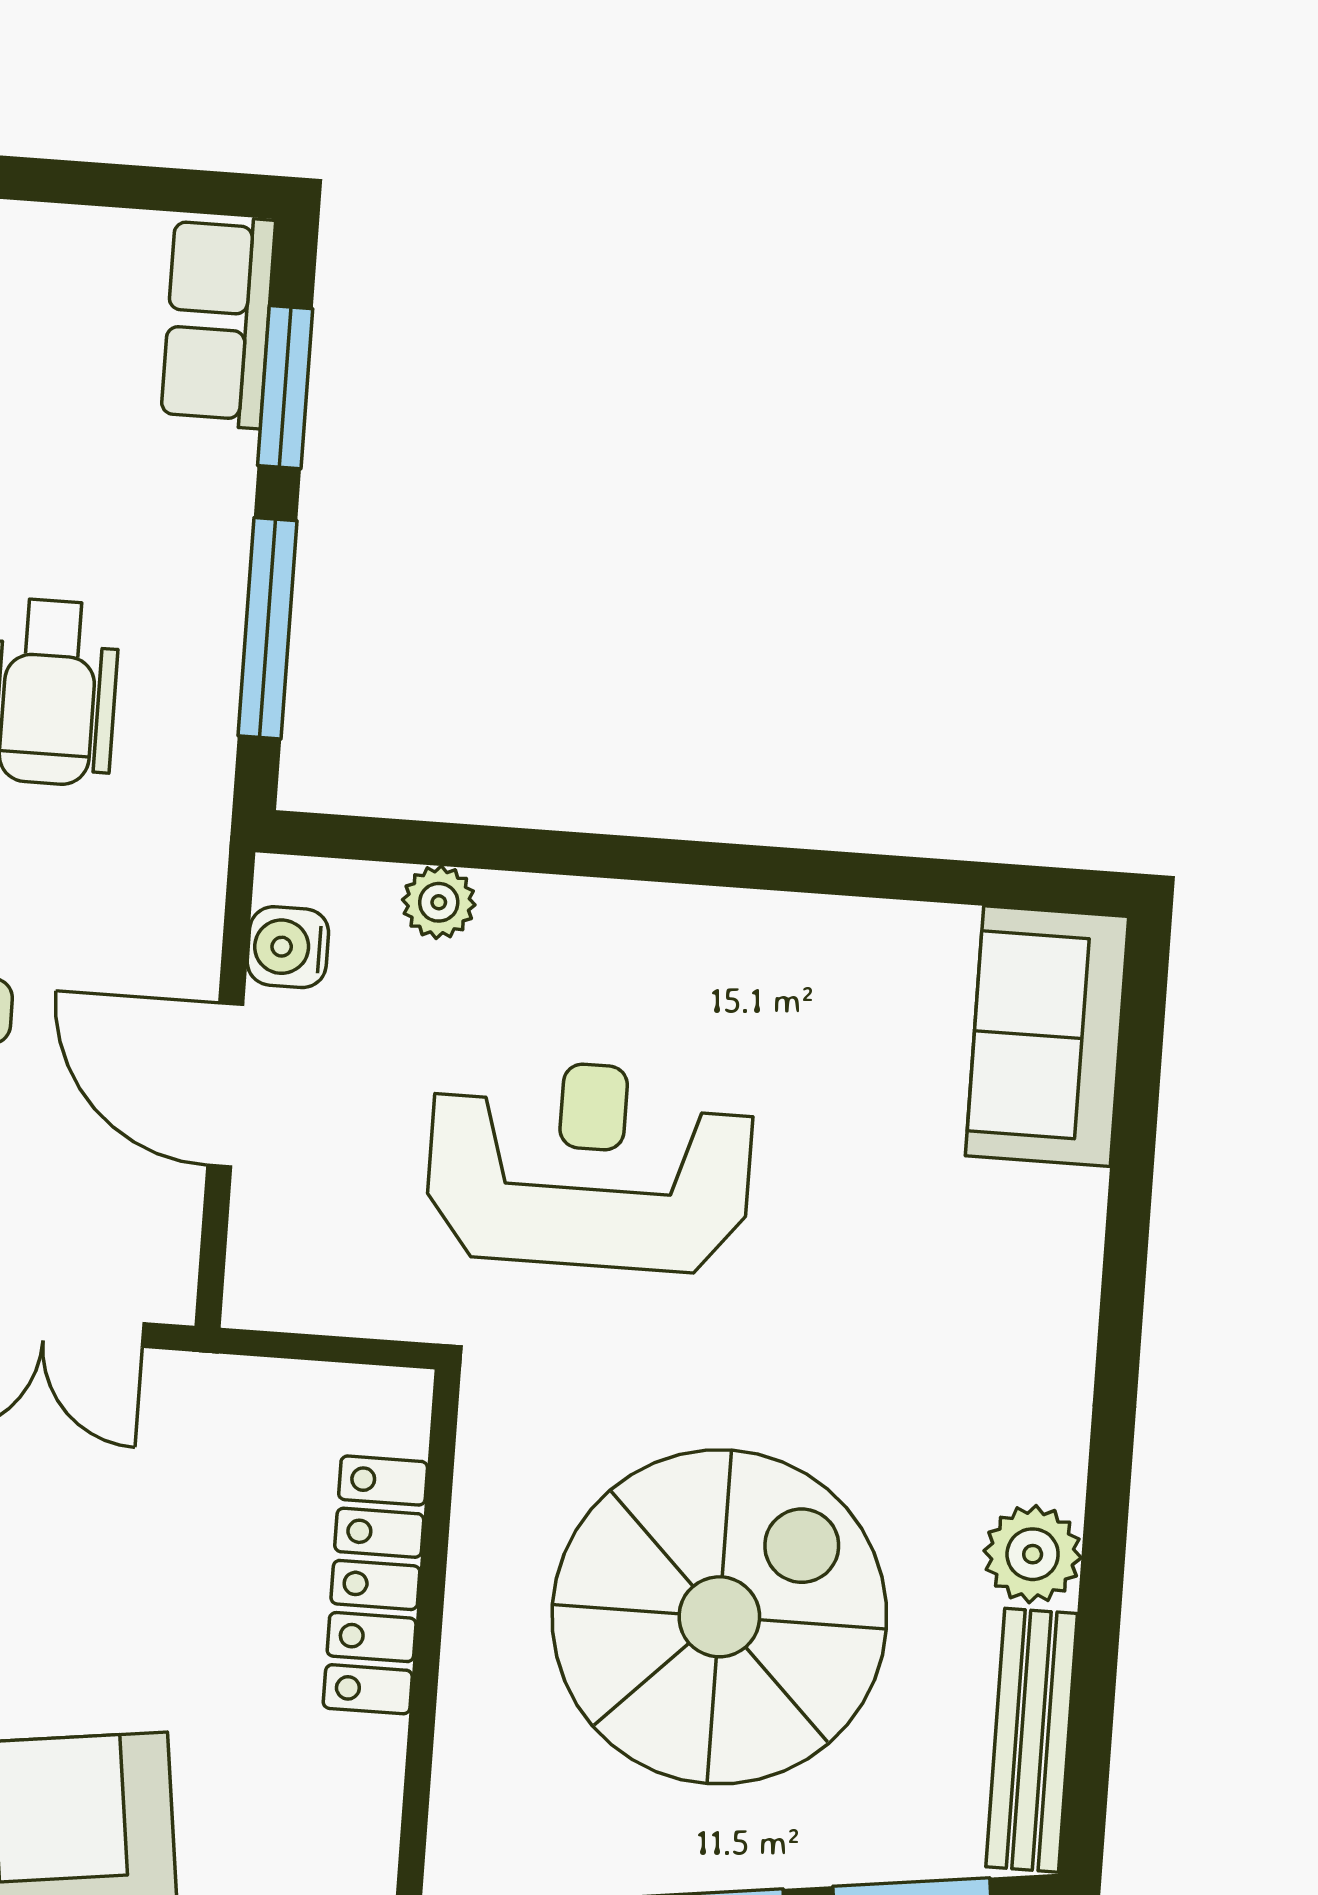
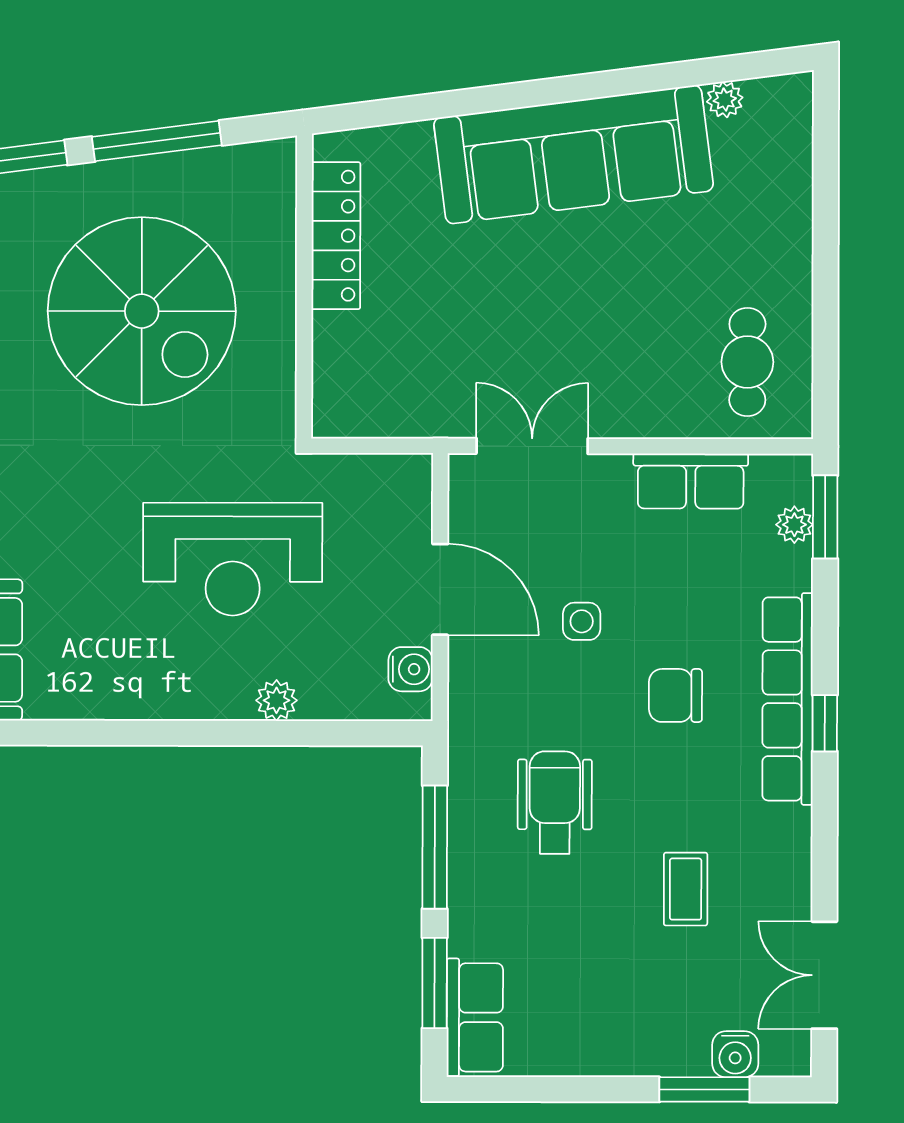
plant: (439, 902) -> (277, 700), moved
locker: (375, 1585) -> (336, 236), moved
spiral stairs: (719, 1617) -> (142, 311), turned -90

